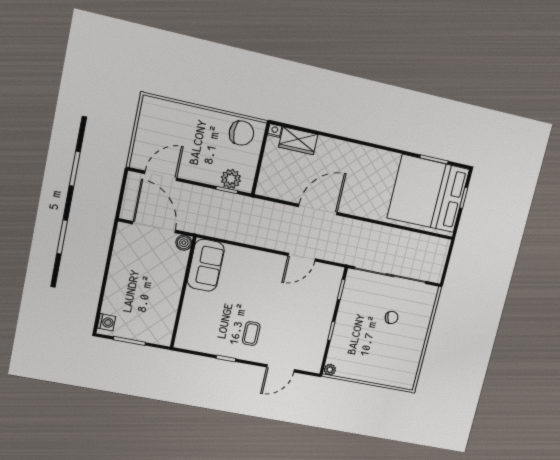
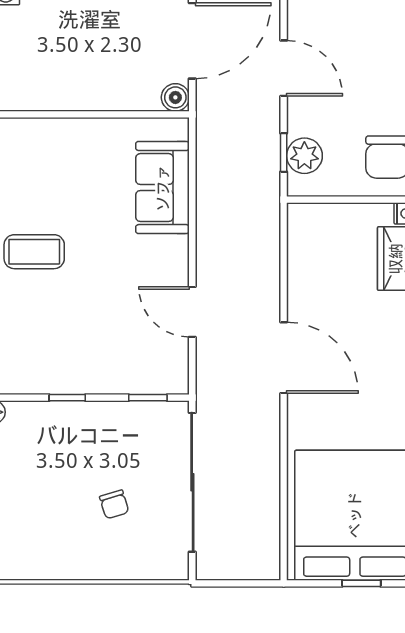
door: (161, 176) -> (284, 68), moved
door: (318, 209) -> (284, 358), moved
sofa: (206, 265) -> (163, 188), moved, turned 90
coffee table: (251, 334) -> (34, 252), width x1.36, depth x1.30

